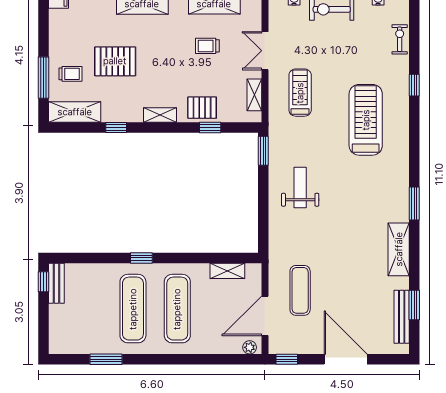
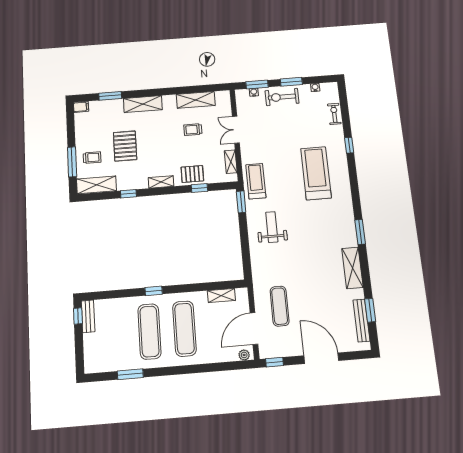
pallet: (115, 61) -> (125, 146), turned 90
treadmill: (300, 93) -> (256, 181), moved

